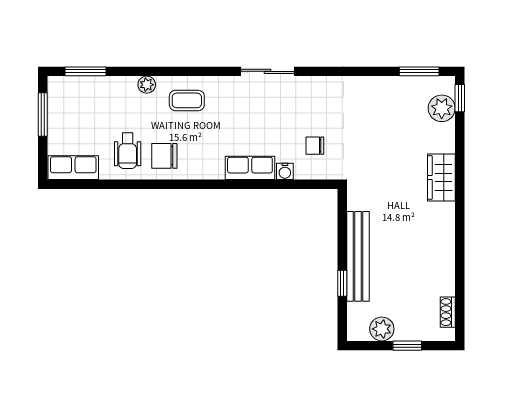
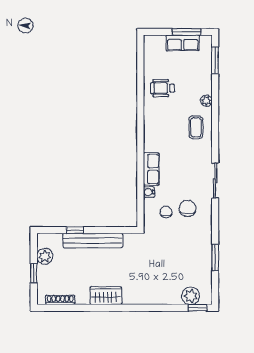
window: (419, 71) -> (215, 257), moved
chair: (164, 156) -> (187, 208), moved
row of seats: (73, 168) -> (183, 43), moved, turned 90
wardrobe: (441, 177) -> (106, 296), moved
shoe rack: (448, 312) -> (60, 300), width x1.43

